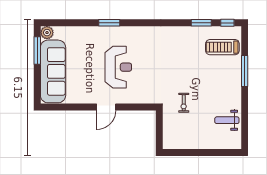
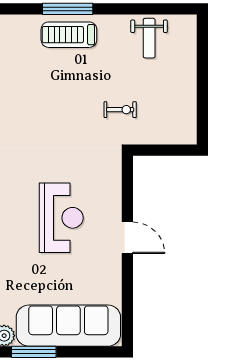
treadmill: (222, 47) -> (69, 35), moved, turned 90
reception desk: (118, 67) -> (61, 218), turned 90

